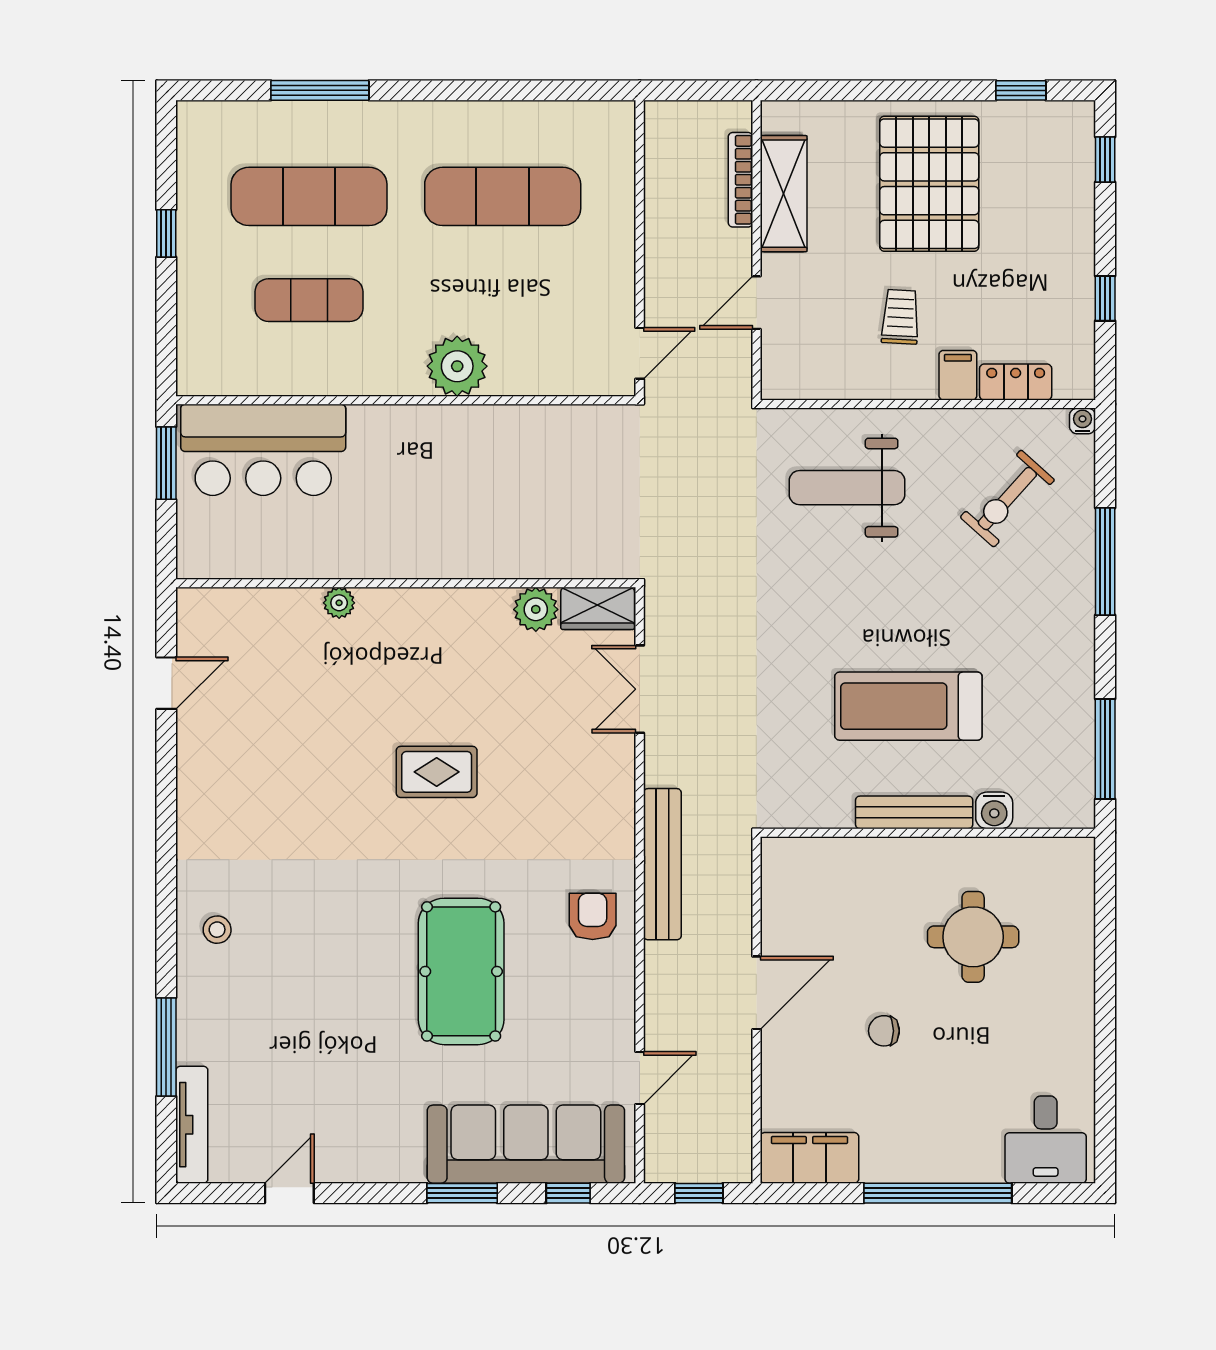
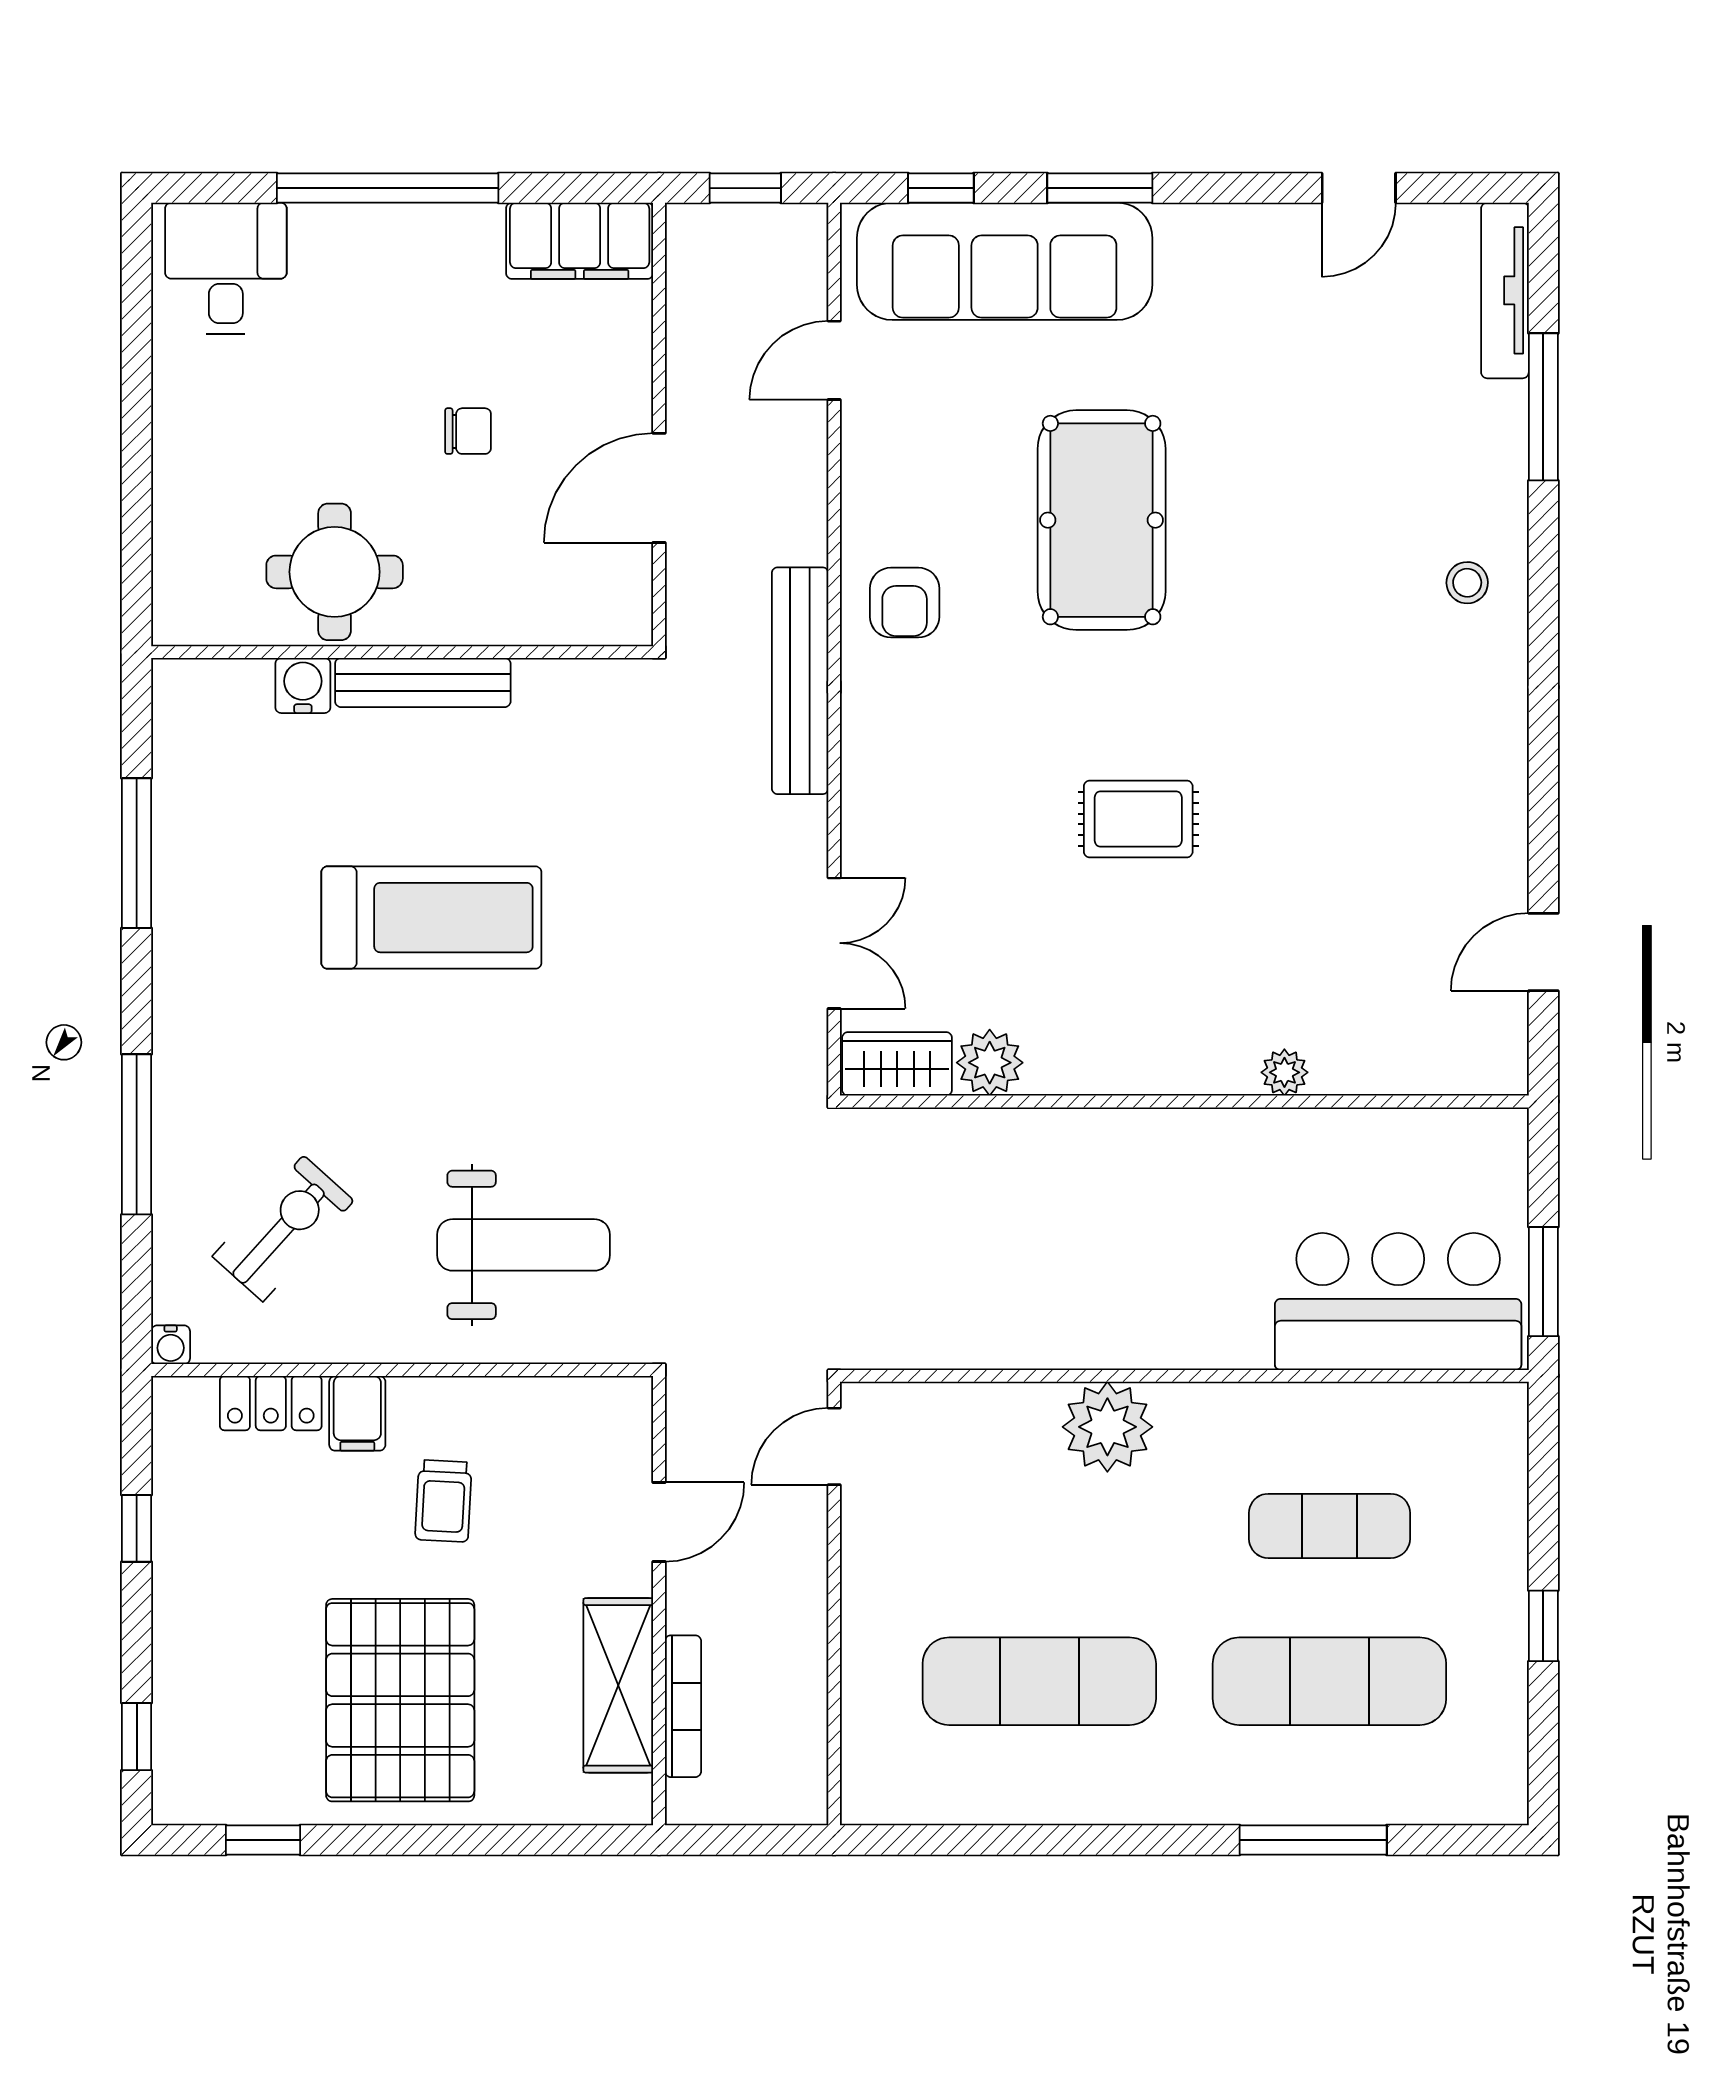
water cooler: (994, 810) -> (303, 686), moved
bench: (914, 812) -> (423, 683), moved
wall: (928, 833) -> (402, 652), moved

